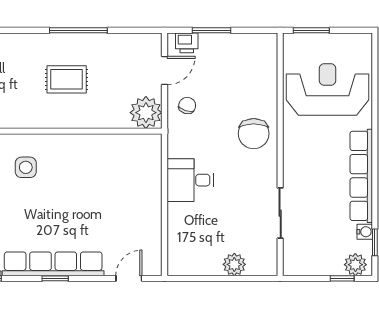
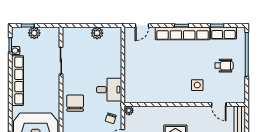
plant: (146, 113) -> (129, 110), width x0.53, depth x0.53
desk: (190, 180) -> (109, 90), moved
plant: (234, 264) -> (97, 33), moved
plant: (355, 265) -> (34, 33), moved

